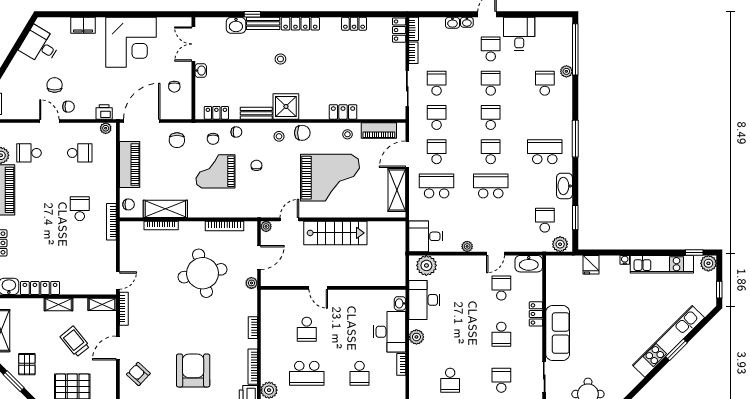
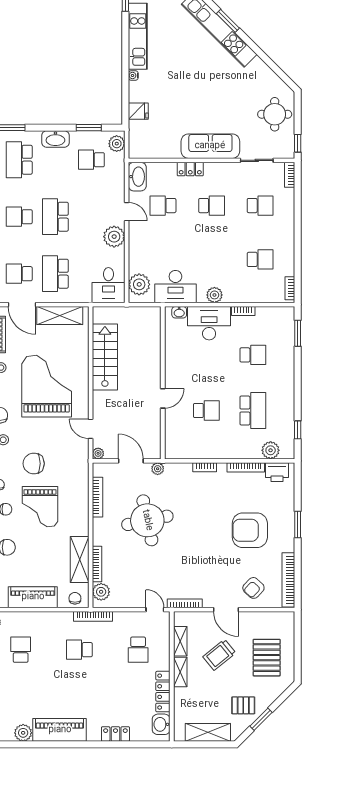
school desk: (29, 153) -> (138, 650), moved
chair: (256, 165) -> (34, 464), width x1.87, depth x1.87
plant: (135, 229) -> (101, 592), added
stairs: (335, 233) -> (105, 357), moved
plant: (467, 246) -> (114, 237), width x1.87, depth x1.87
shelving: (102, 304) -> (180, 641), moved
school desk: (501, 380) -> (260, 206), turned 180

